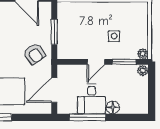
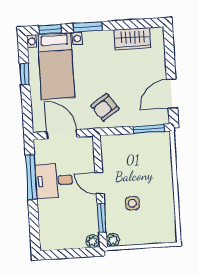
window: (54, 32) -> (149, 129), moved
floor lamp: (113, 107) -> (45, 207), removed

